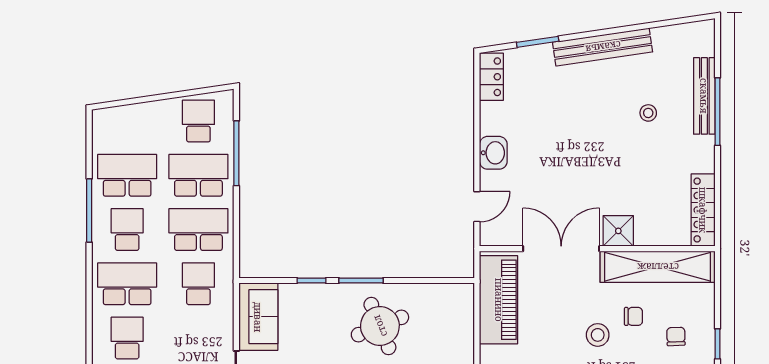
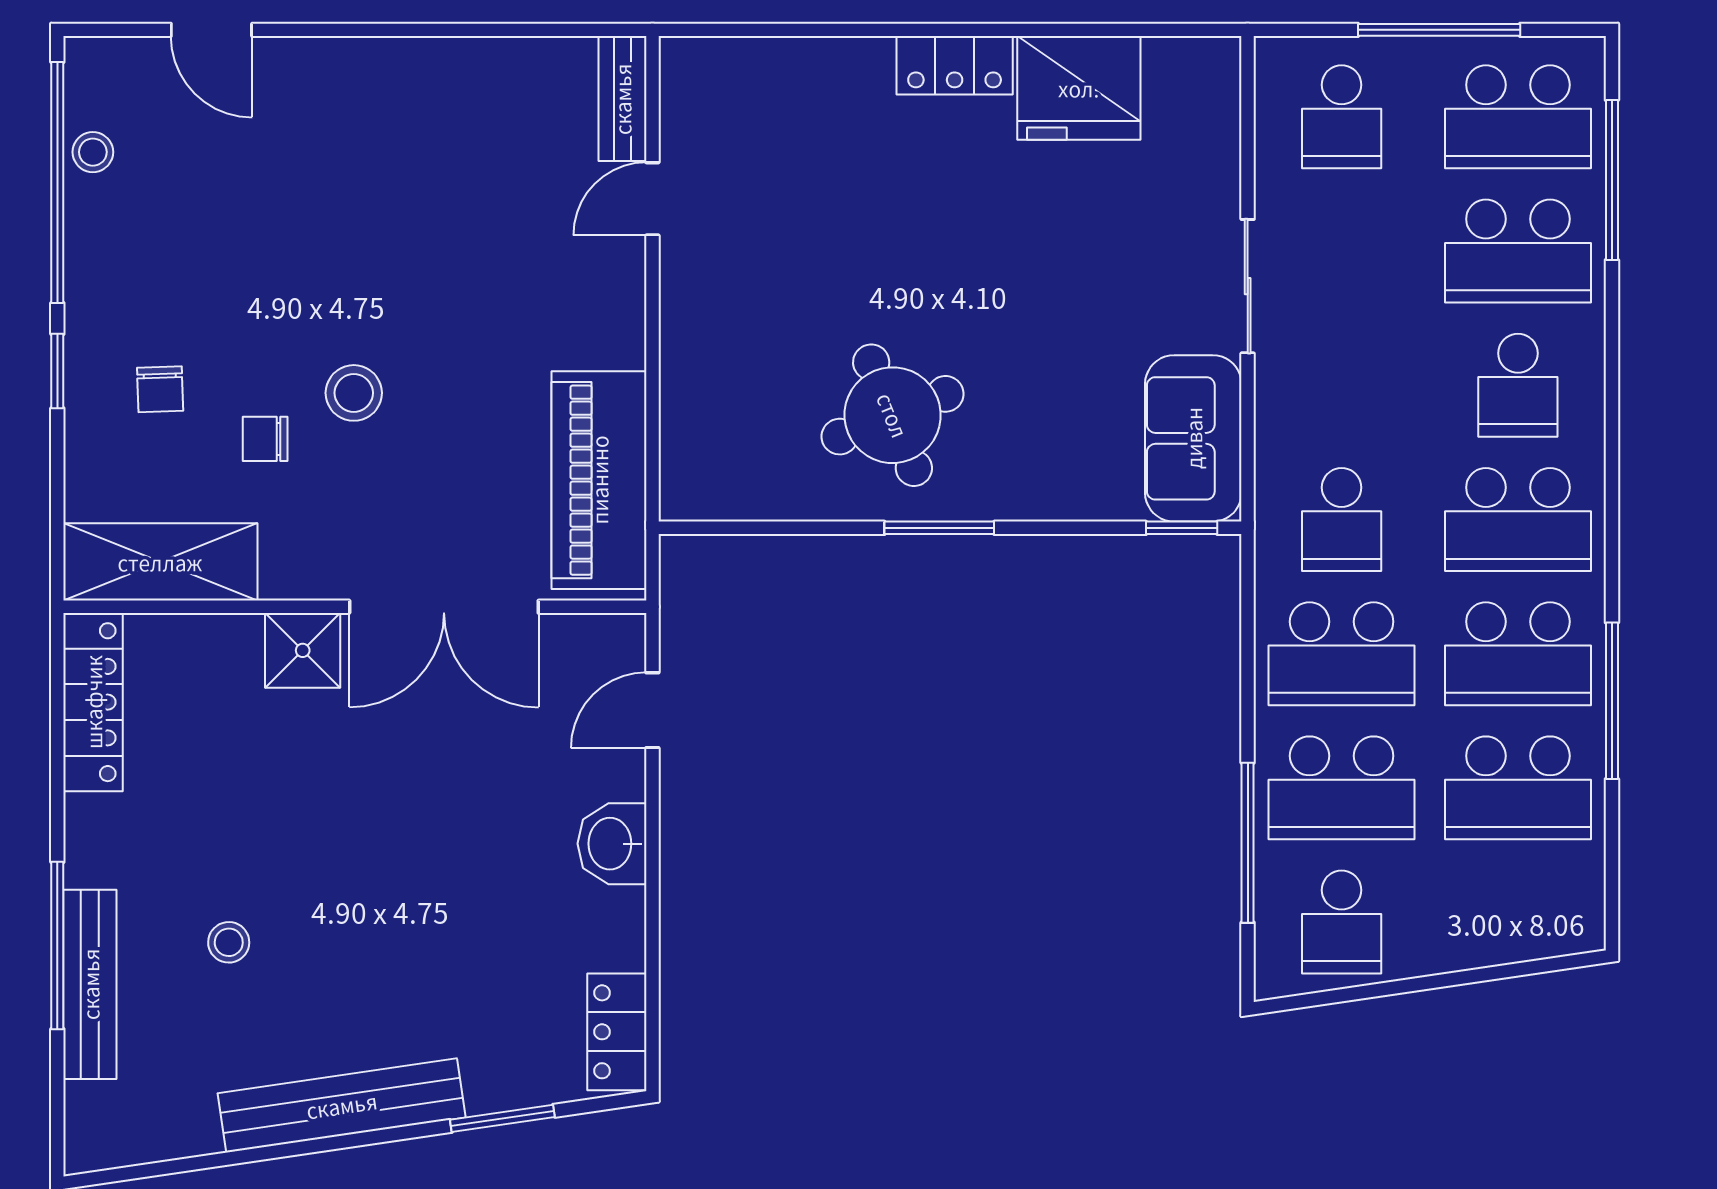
school desk: (127, 230) -> (1518, 654), width x1.85
shelving: (658, 267) -> (160, 562), width x0.68
window: (311, 280) -> (1182, 528), moved

